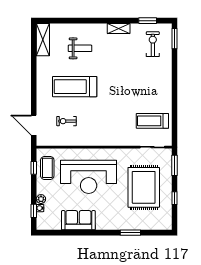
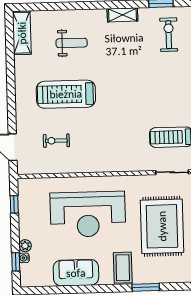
coffee table: (47, 168) -> (123, 268), moved

